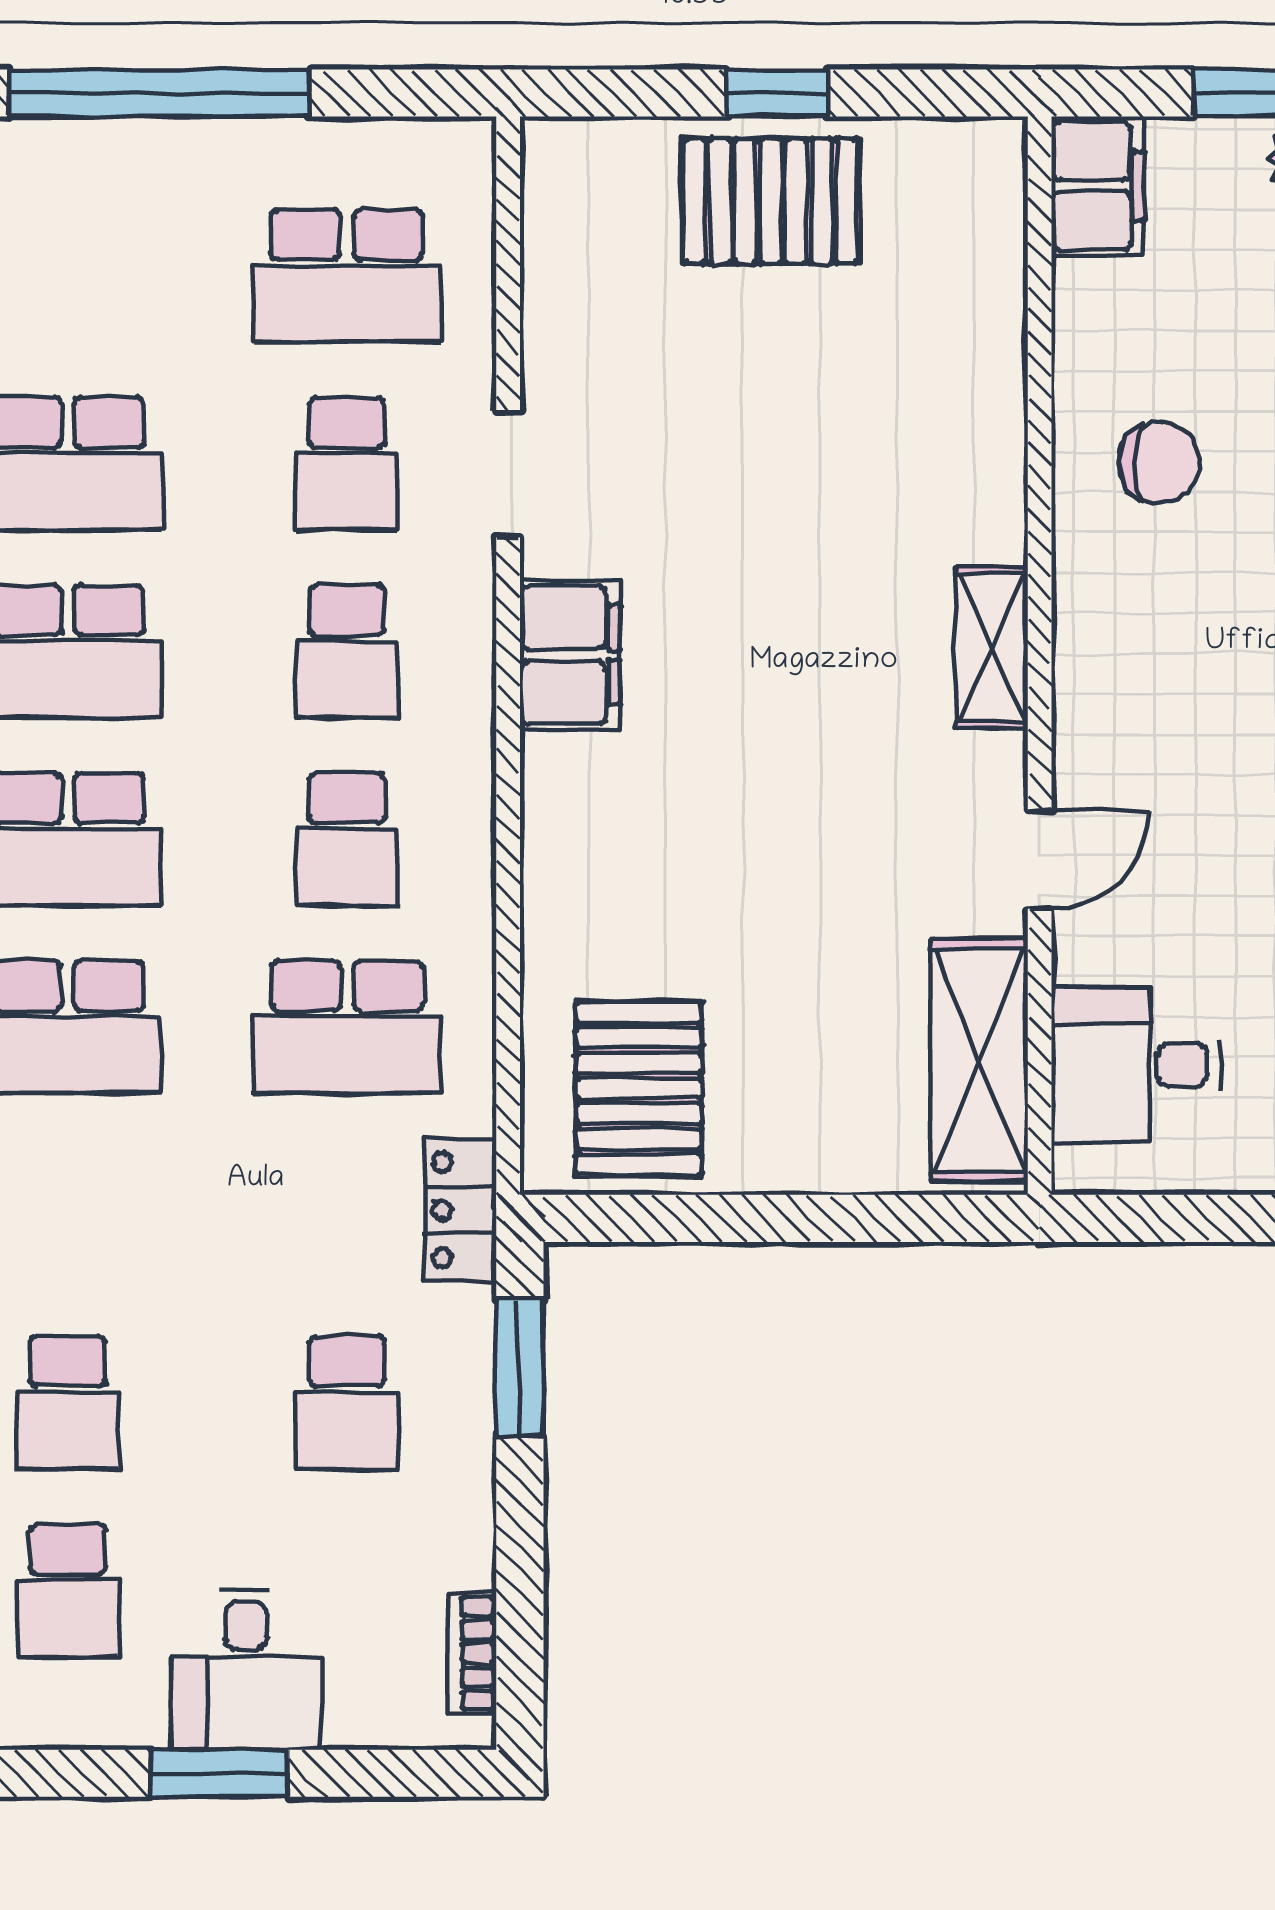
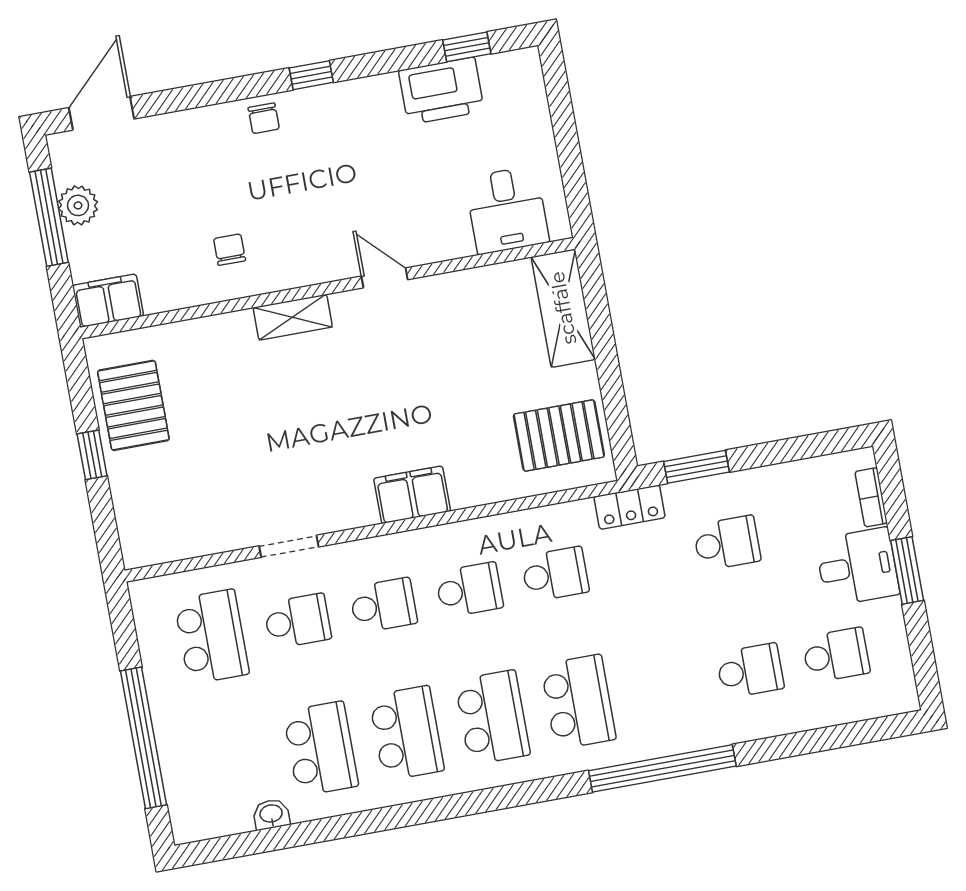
pallet: (771, 201) -> (133, 405), moved
chair: (1159, 463) -> (230, 250), width x0.73, depth x0.73
shelving: (992, 648) -> (293, 317), moved
filing cabinet: (570, 655) -> (412, 495), moved
door: (1040, 860) -> (385, 278), moved
school desk: (347, 1027) -> (555, 574), width x0.54
shelving: (979, 1060) -> (563, 308), moved, turned 90
bookcase: (472, 1653) -> (871, 497), moved, turned 90

